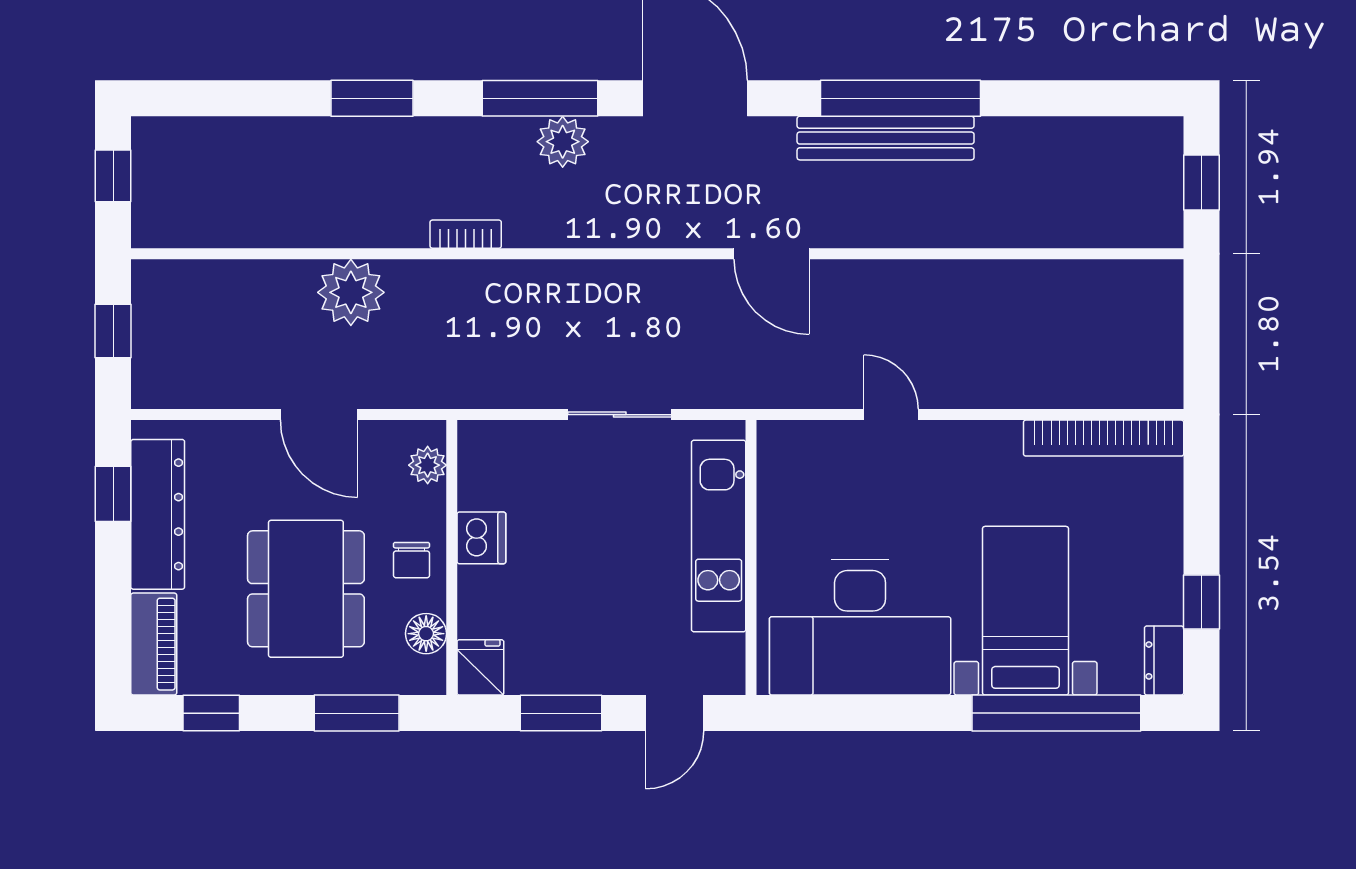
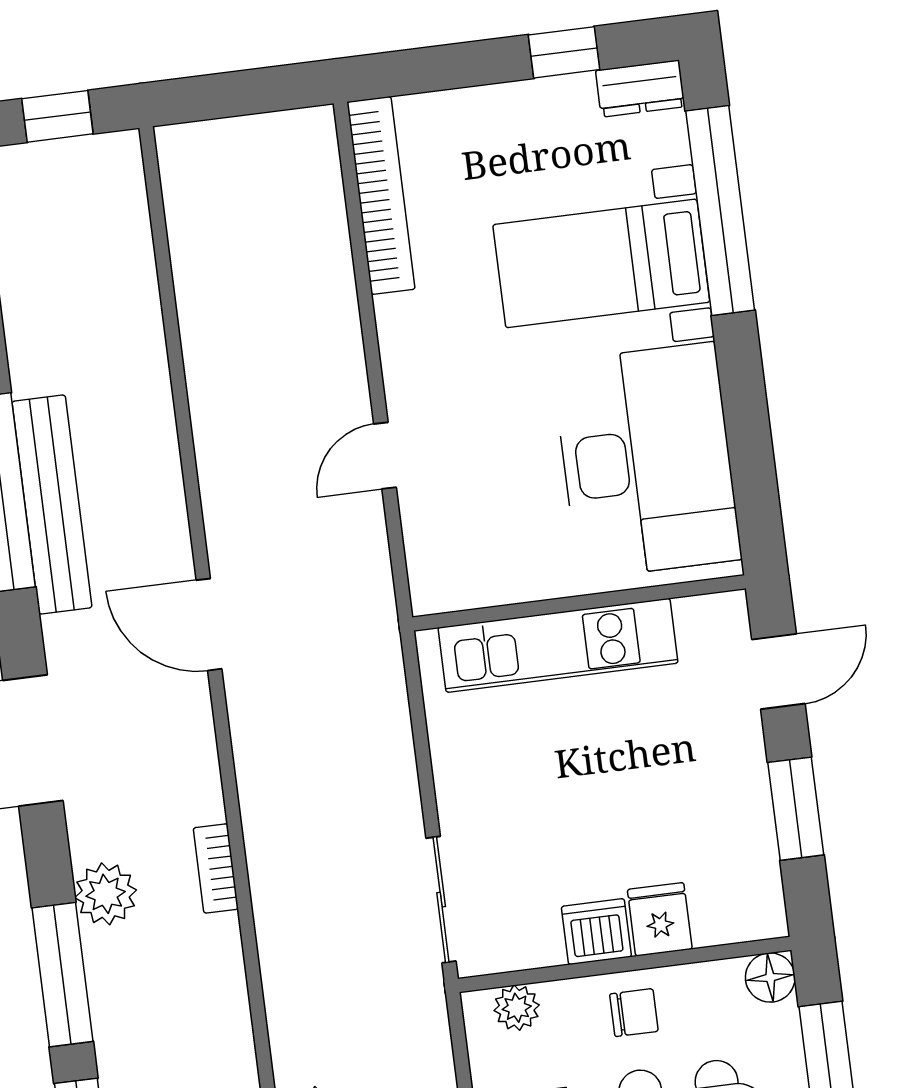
window: (540, 98) -> (62, 975), moved
bookcase: (466, 234) -> (216, 868), moved
door: (772, 254) -> (209, 625), swing flipped
sliding door: (620, 415) -> (441, 900), moved
floor lamp: (426, 634) -> (770, 978), moved
fridge: (480, 667) -> (660, 919), moved, turned 90
door: (675, 713) -> (778, 671), hinge flipped

